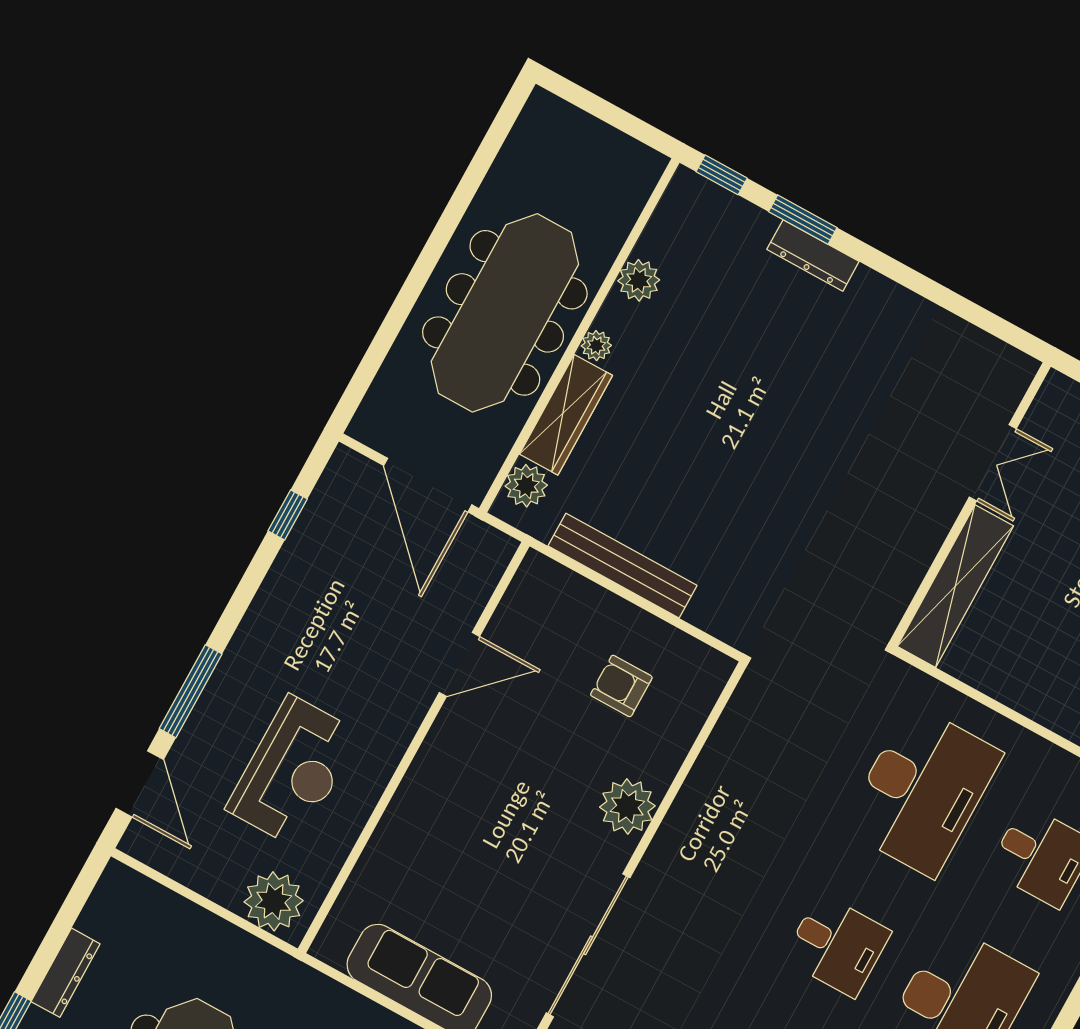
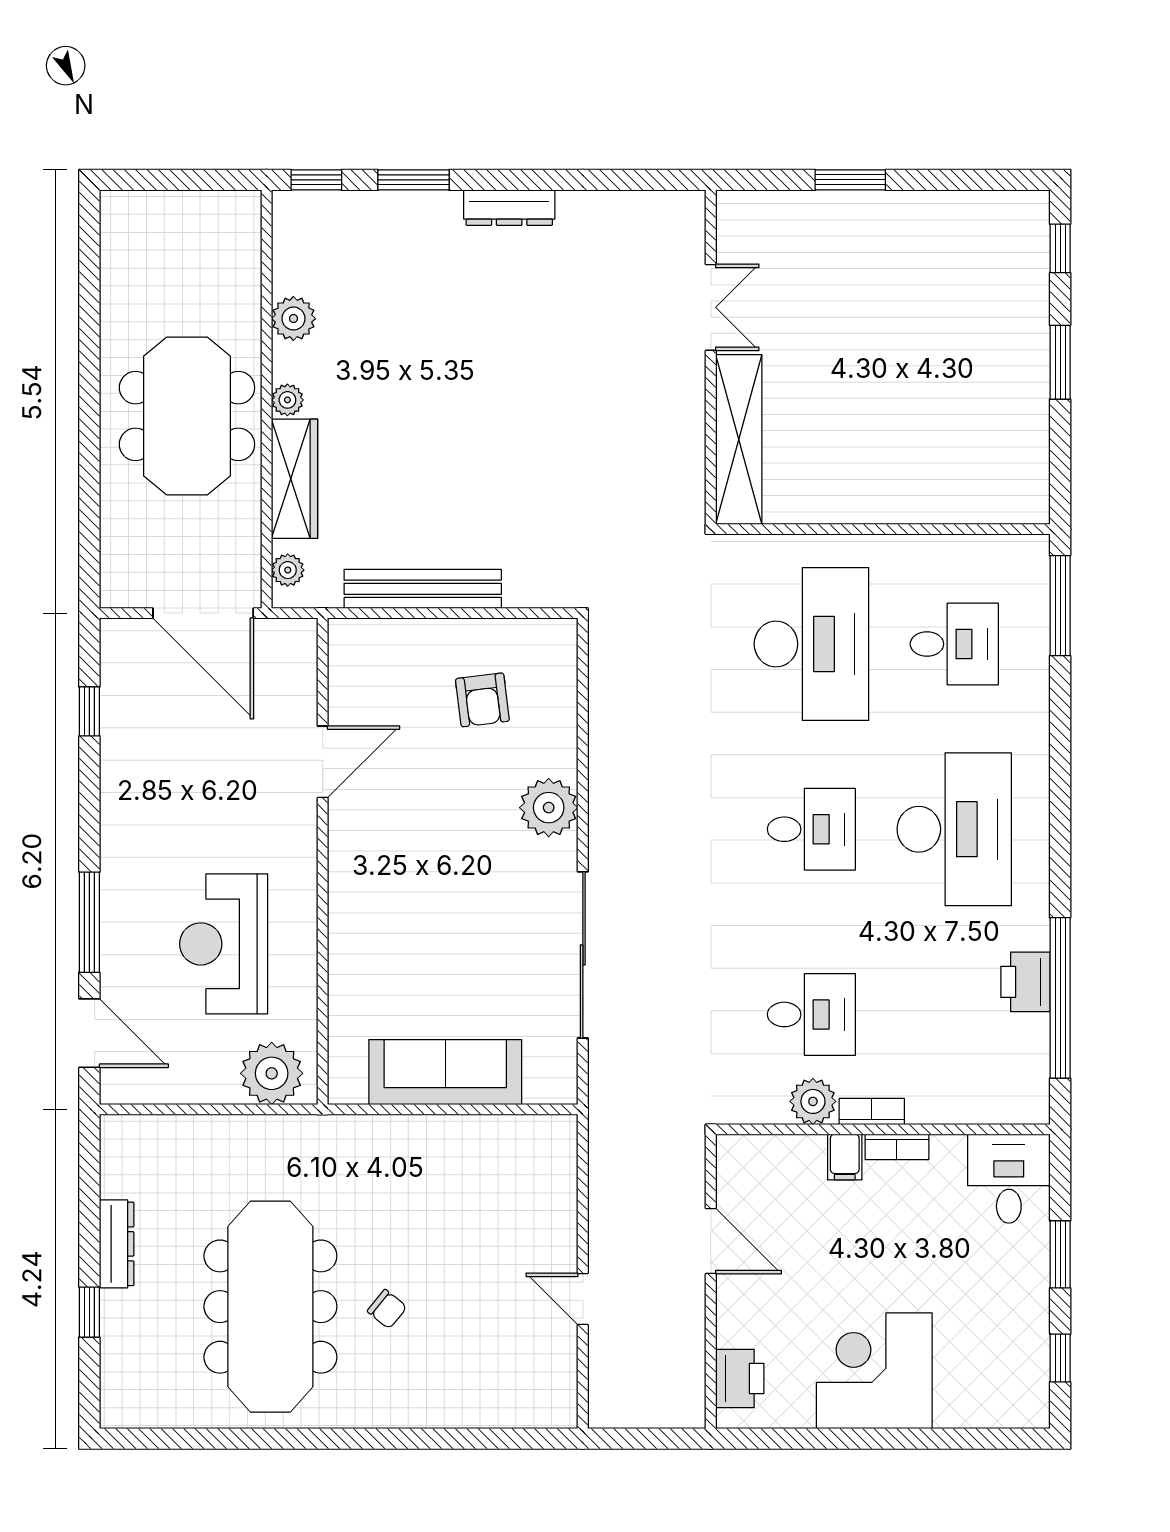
dresser: (813, 255) -> (509, 208), moved
meeting table: (505, 313) -> (187, 416), width x0.73
plant: (526, 486) -> (288, 570), width x0.73, depth x0.73
armchair: (621, 686) -> (482, 700), turned -97
reception desk: (293, 771) -> (224, 944), turned 180

